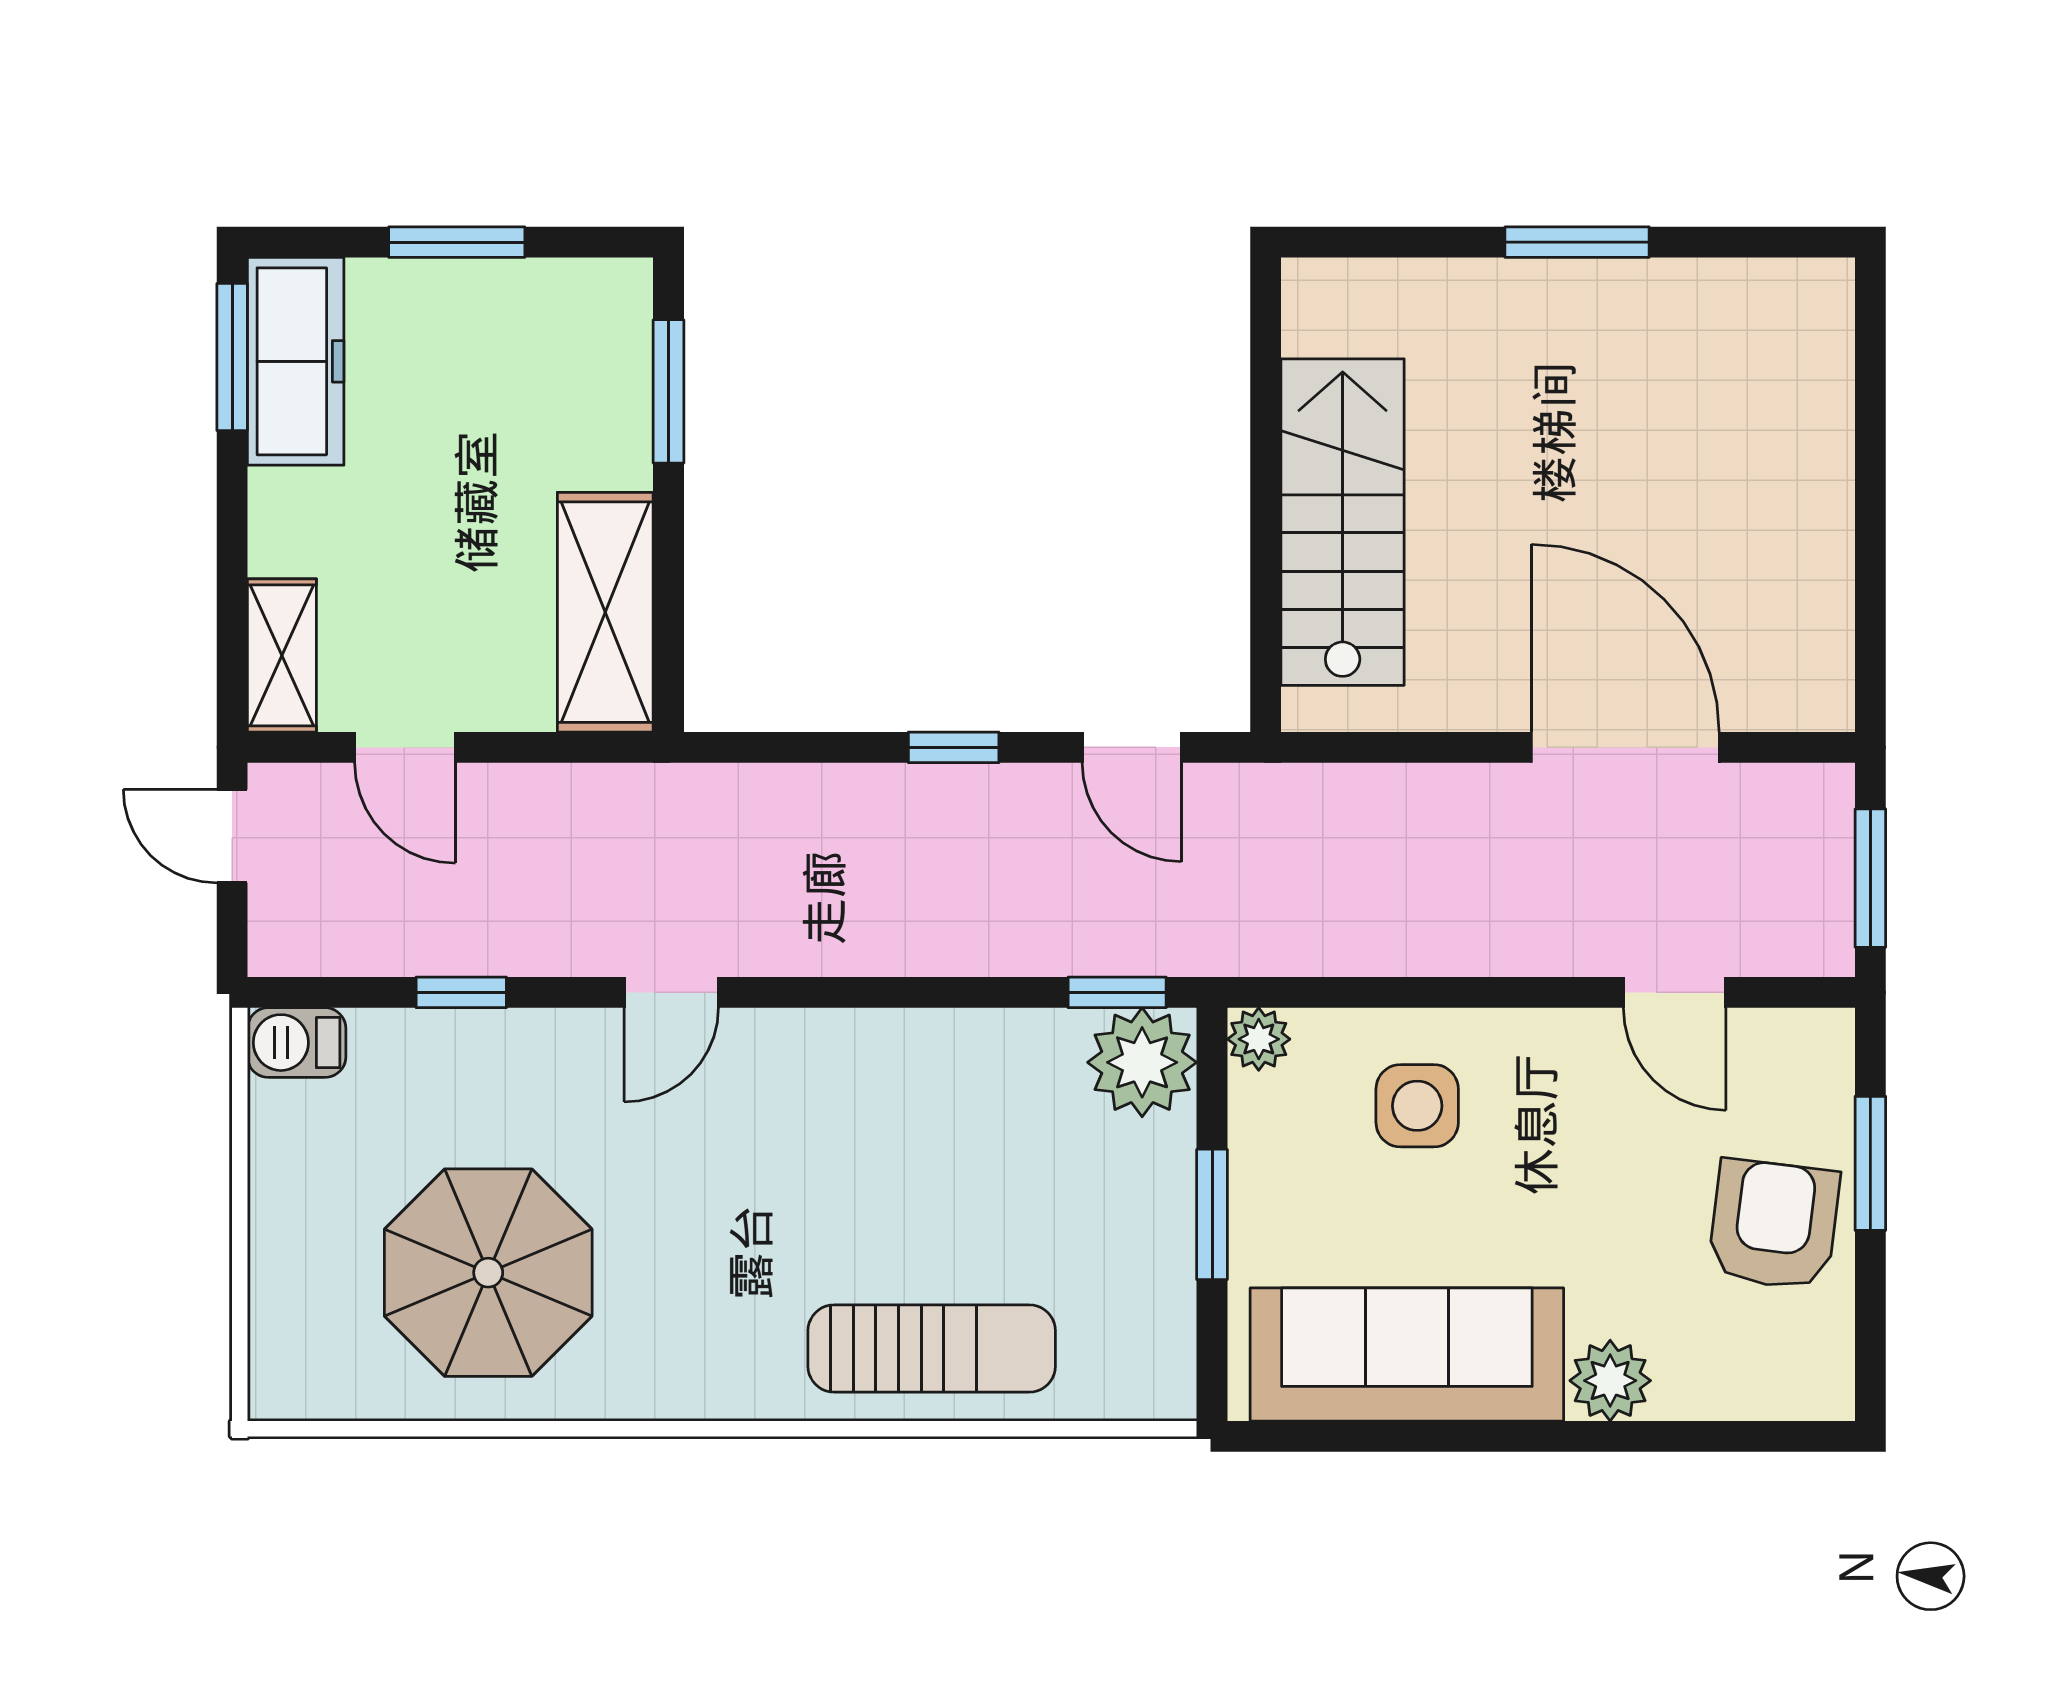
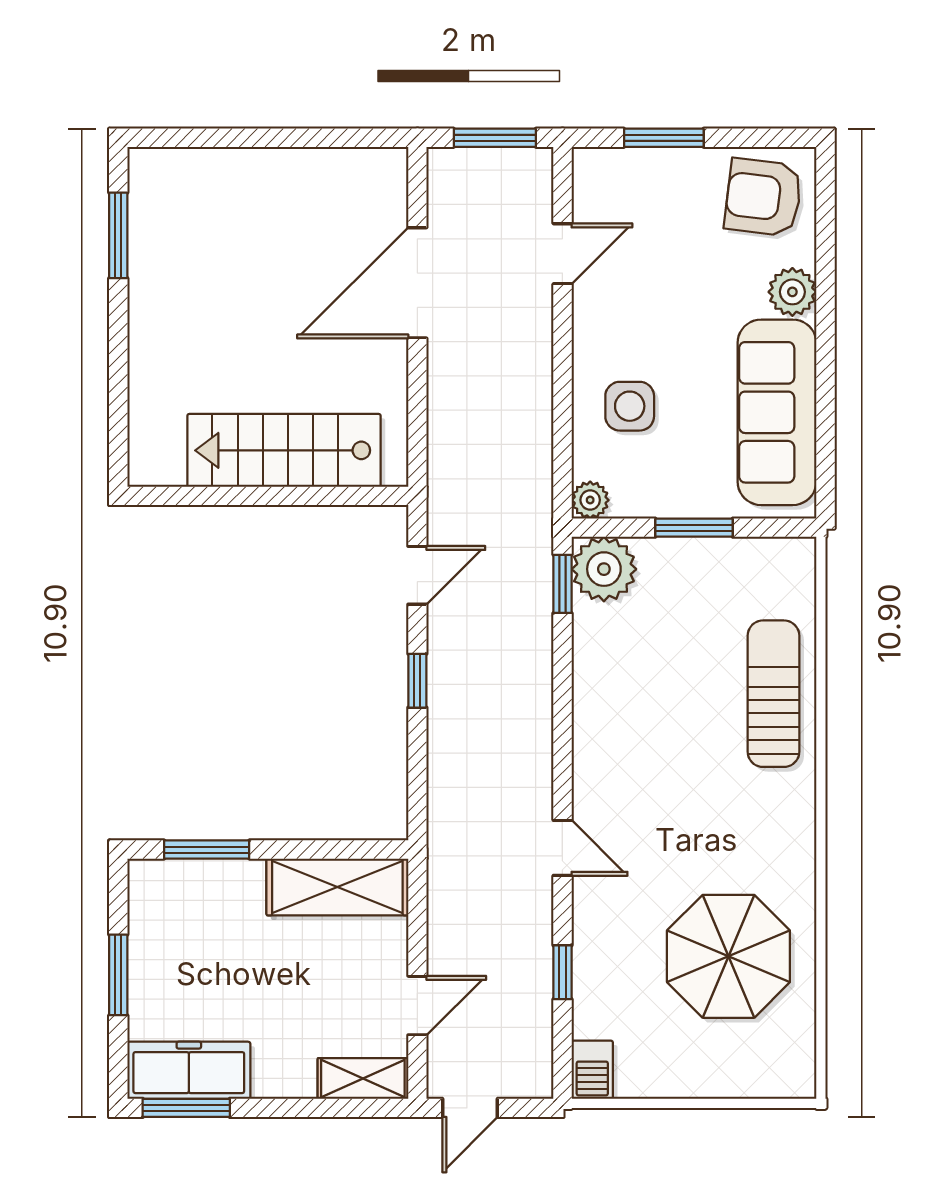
window: (1577, 242) -> (118, 235), moved
armchair: (1774, 1225) -> (763, 197), moved

